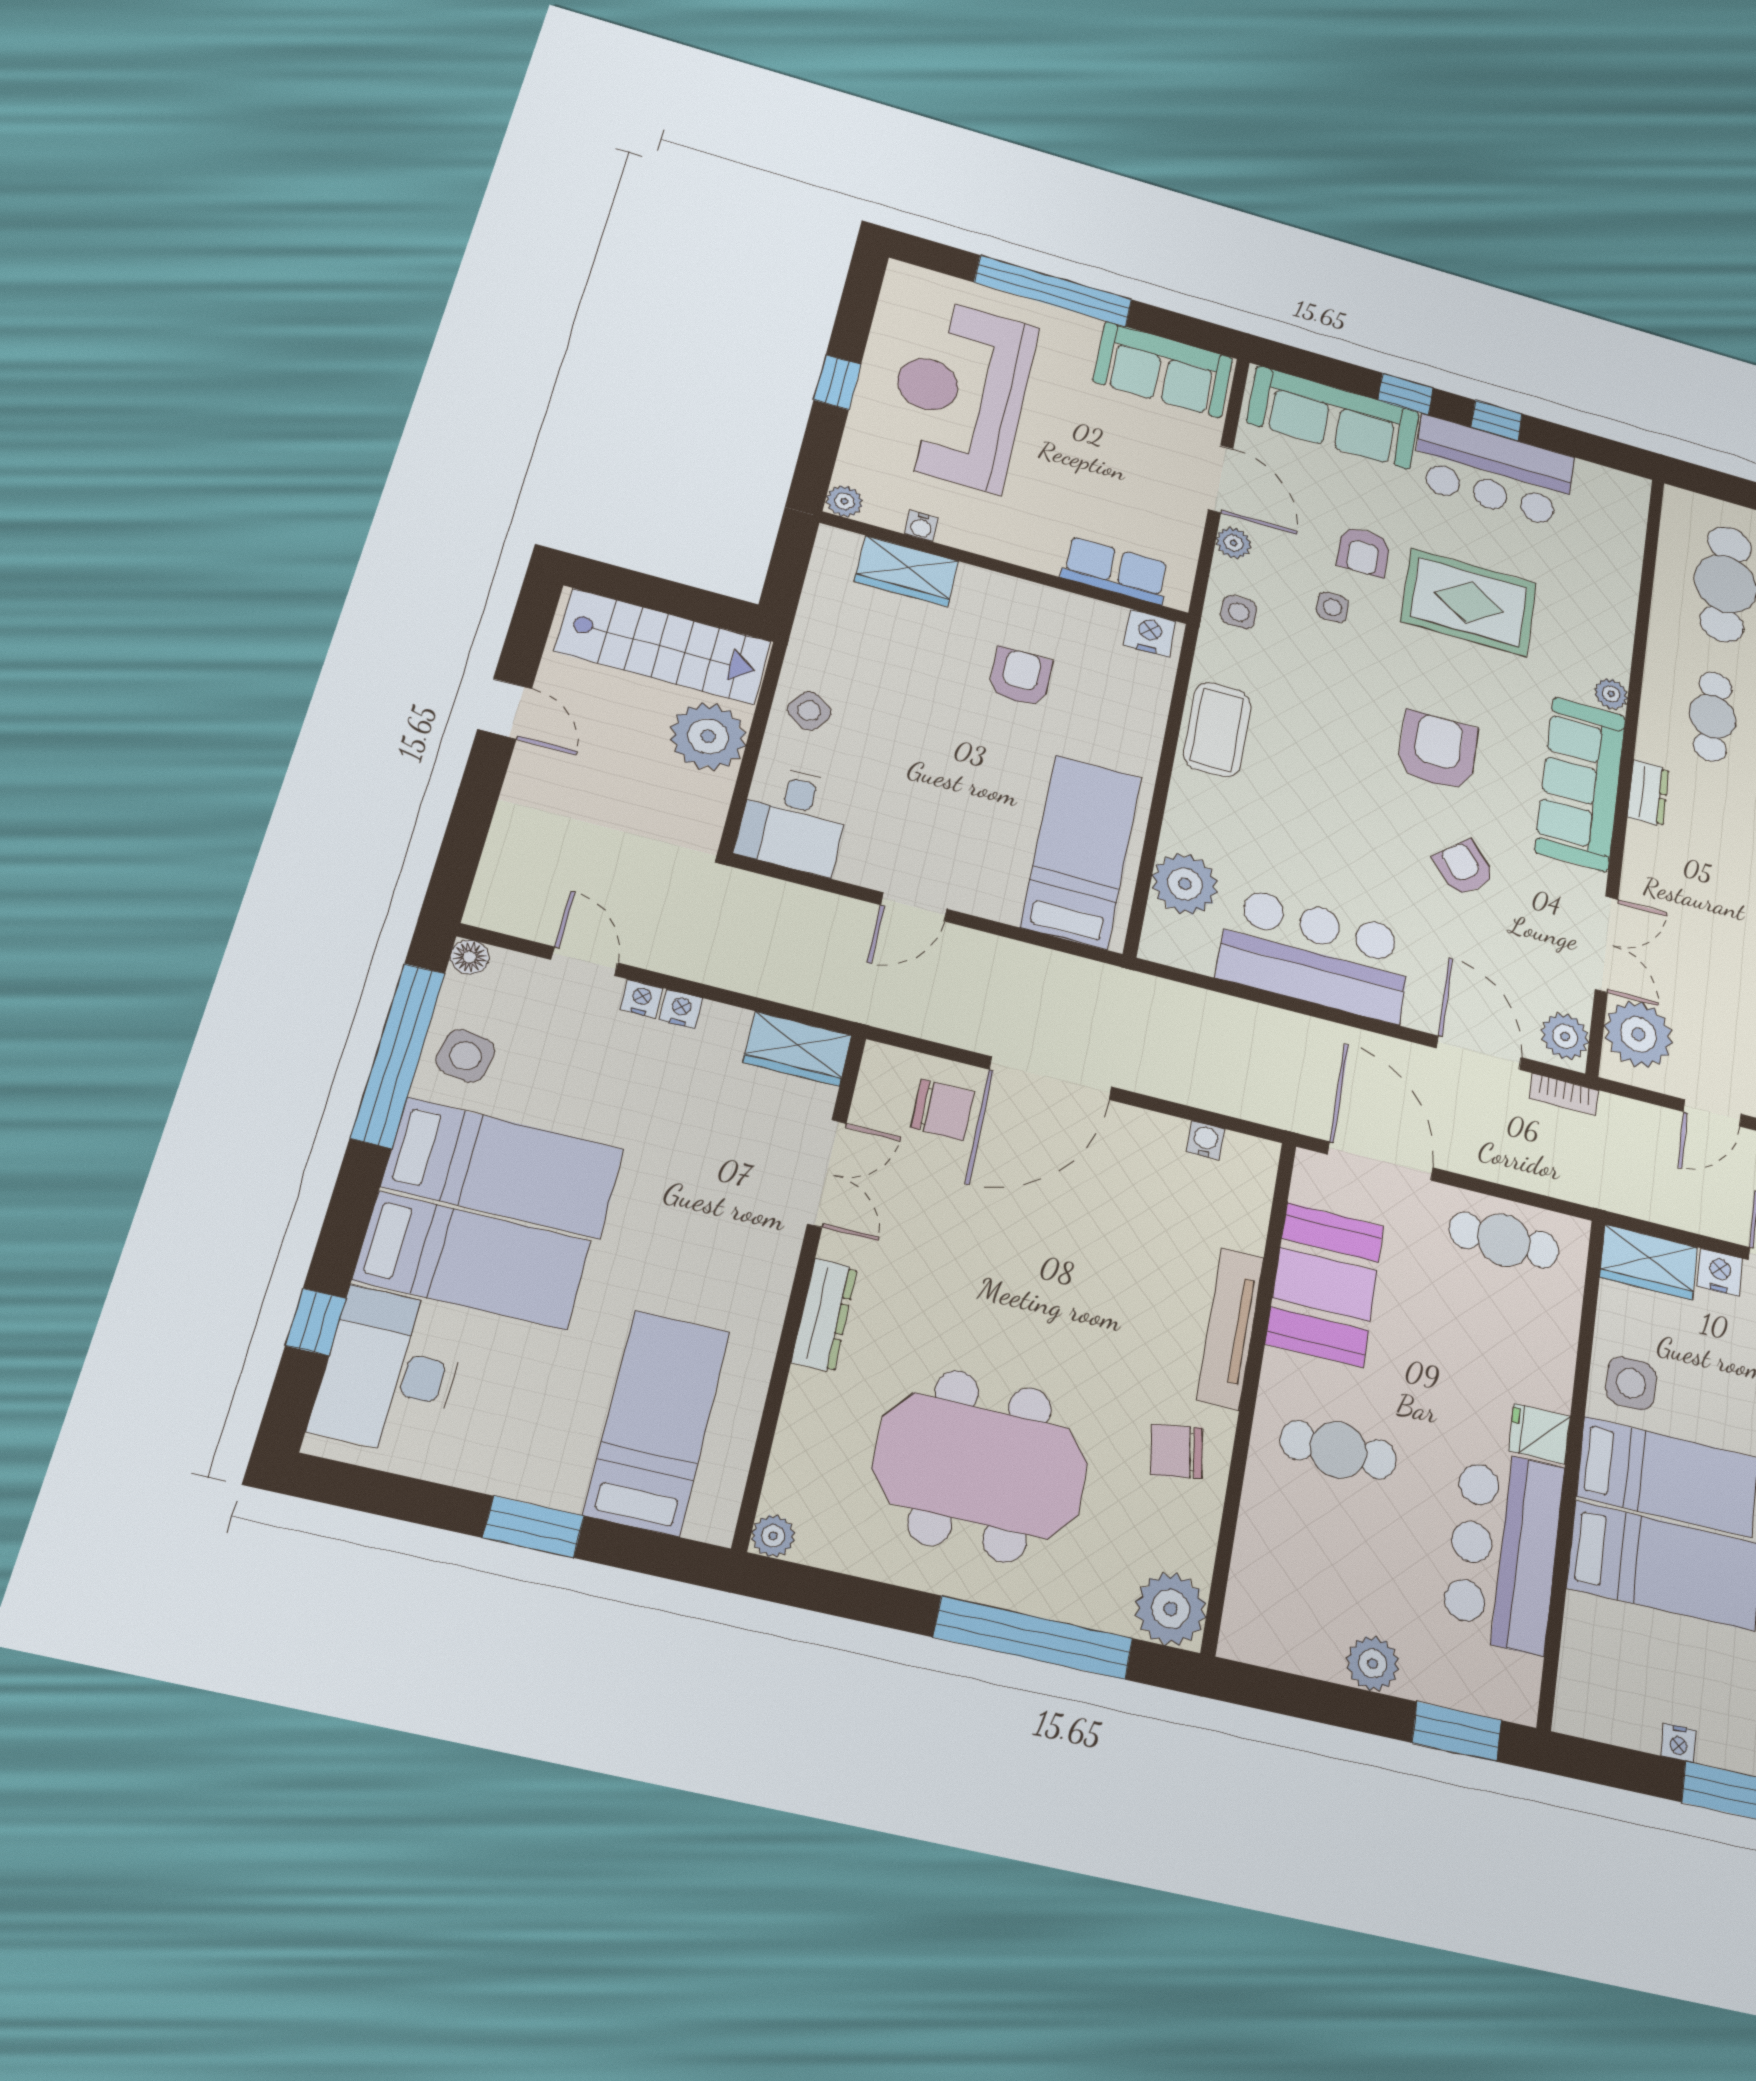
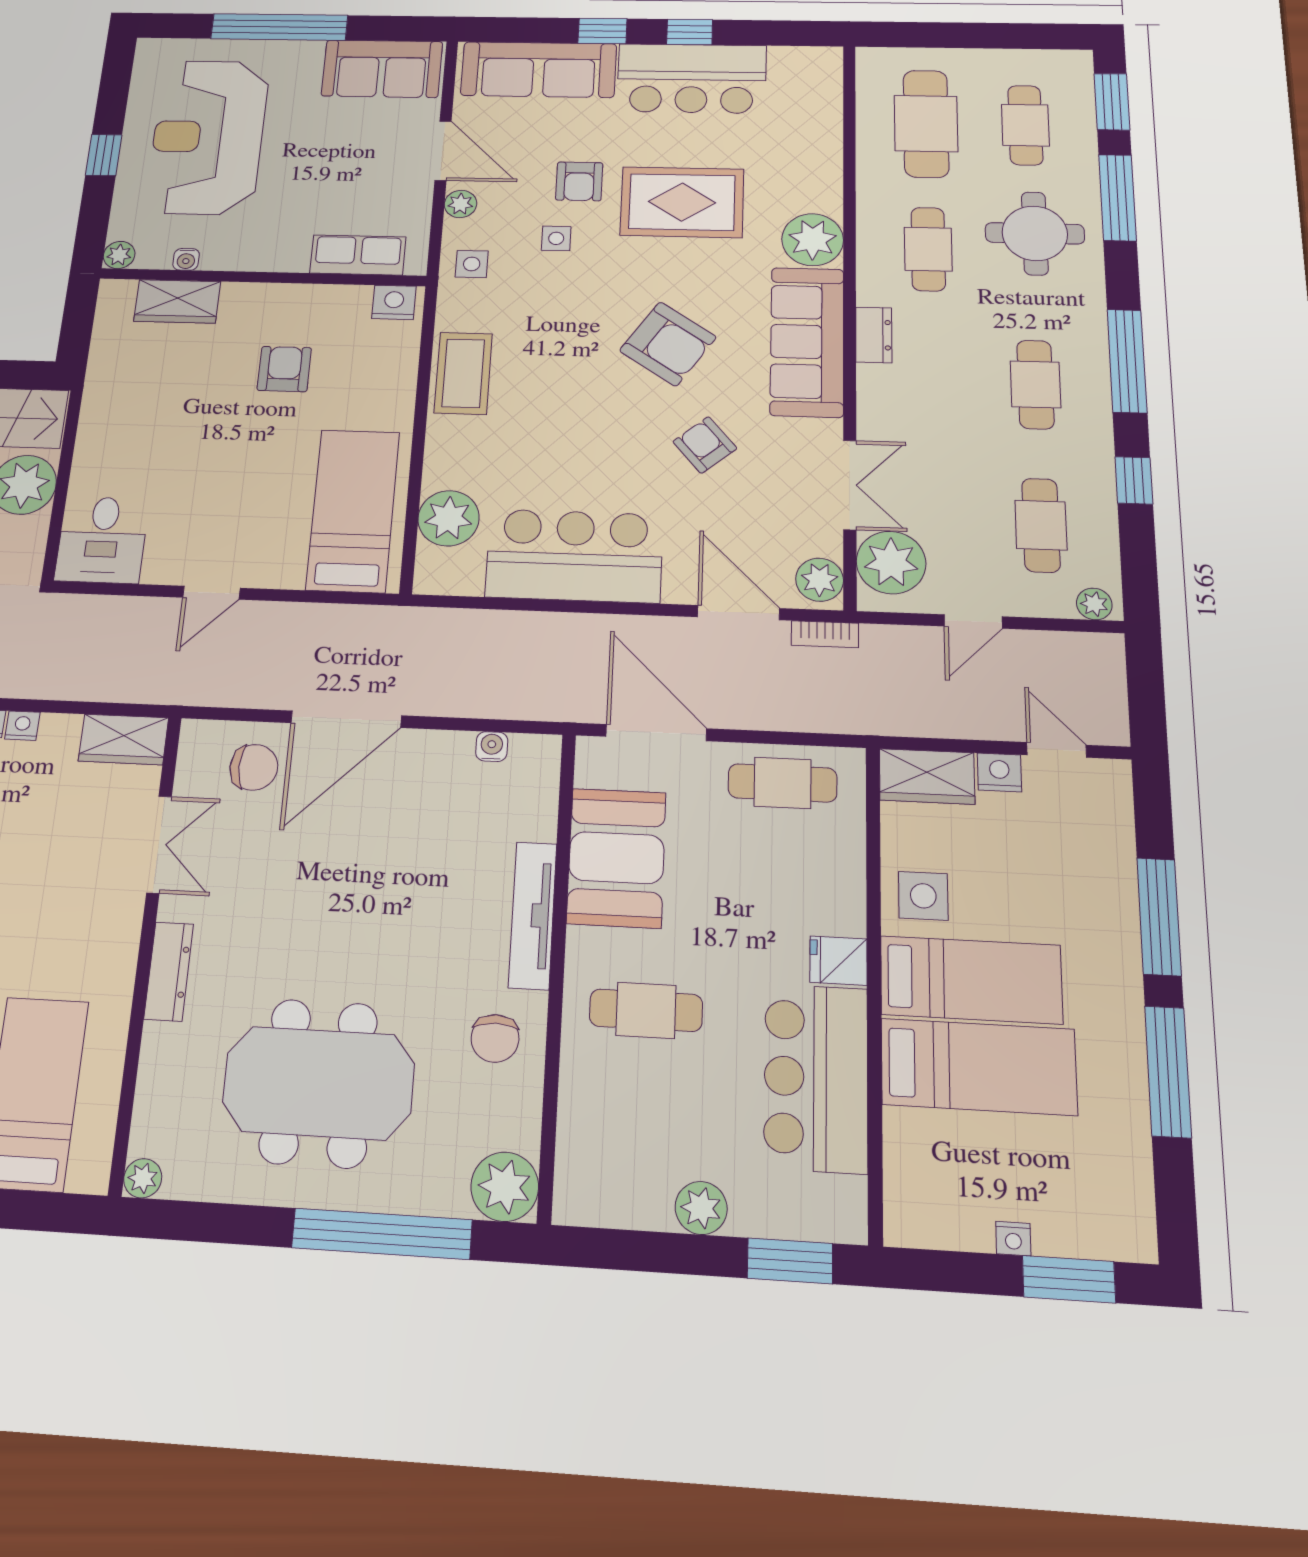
plant: (1611, 694) -> (813, 240), width x1.88, depth x1.88
side table: (809, 711) -> (106, 443), removed
armchair: (1438, 751) -> (668, 344), turned 124
chair: (1177, 1451) -> (495, 1038), turned -81

